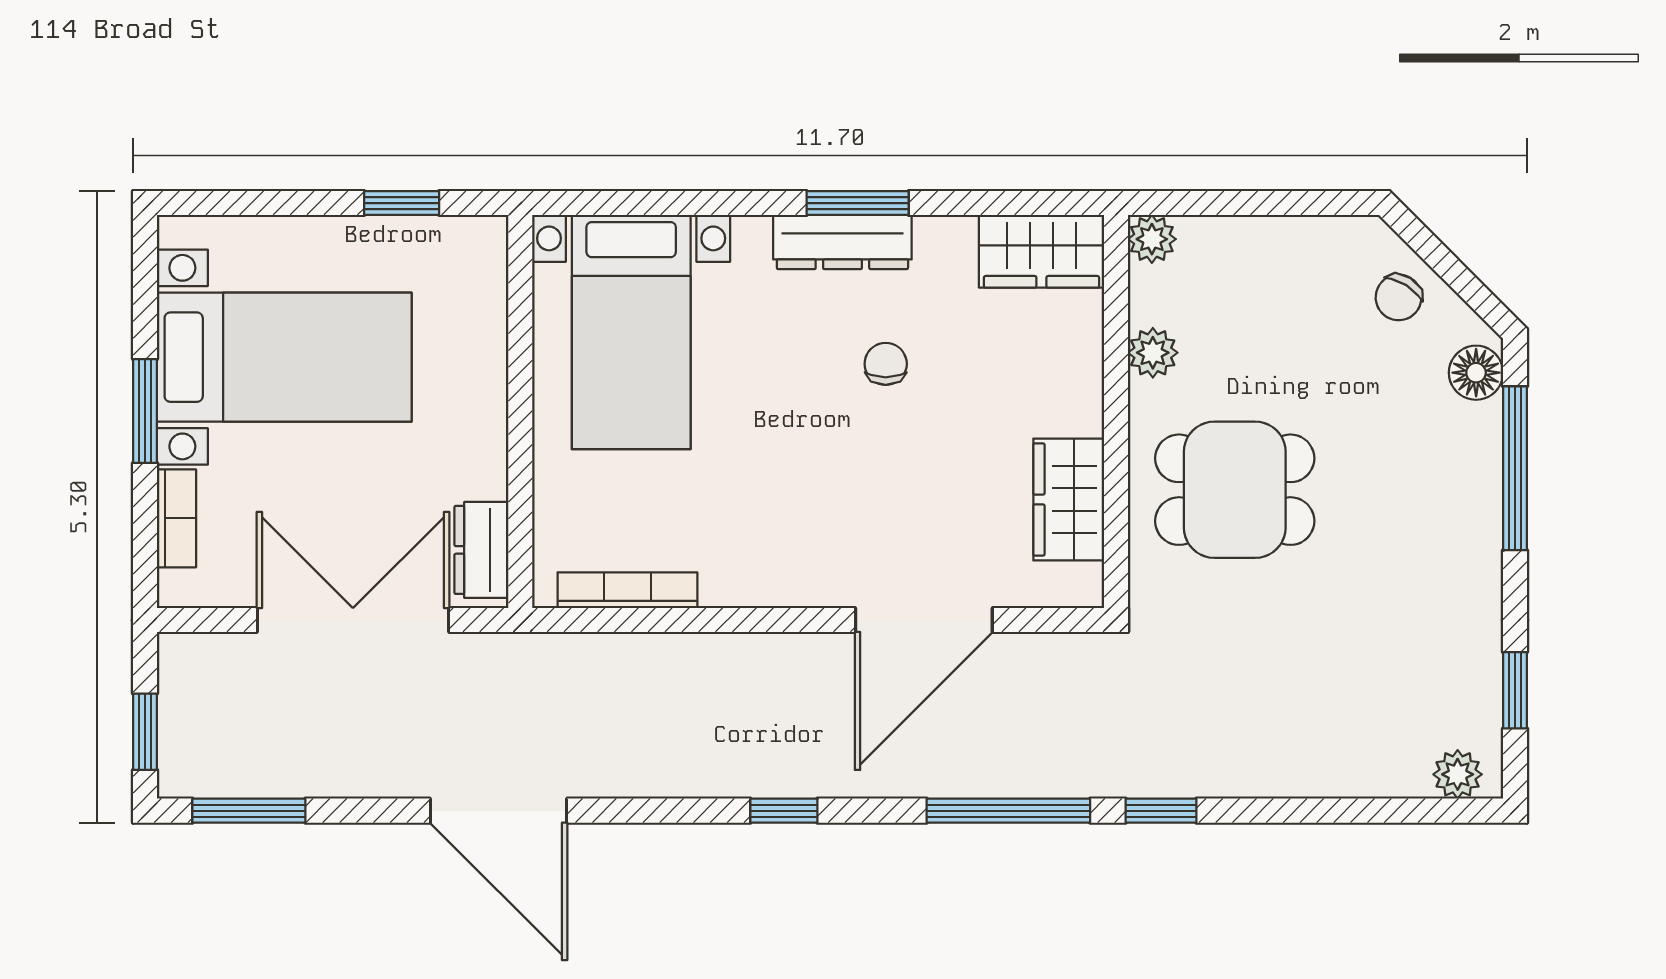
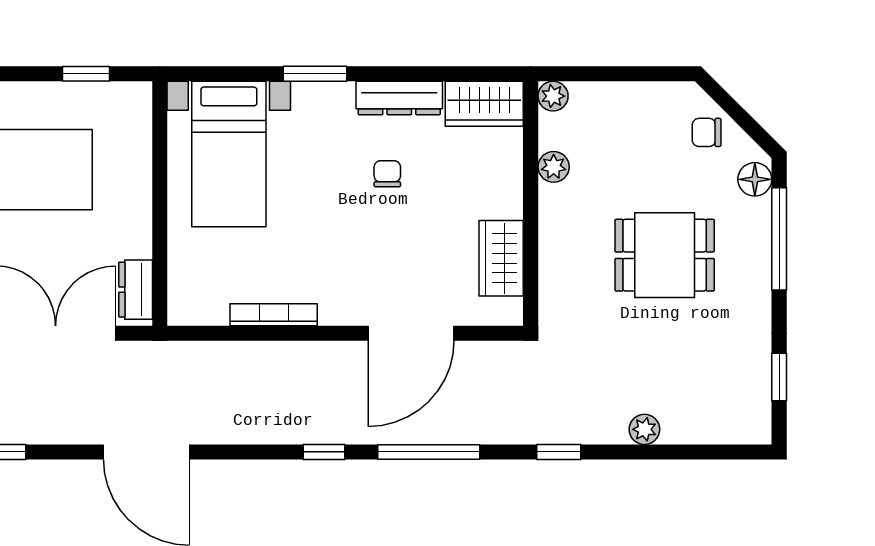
window: (858, 203) -> (315, 74), moved
dresser: (842, 242) -> (399, 98), moved
chair: (1399, 297) -> (707, 132), turned 58
dining table: (1235, 490) -> (665, 255), moved
bookcase: (627, 590) -> (274, 315), moved
plant: (1458, 774) -> (644, 429), moved
window: (1008, 811) -> (429, 452), moved

